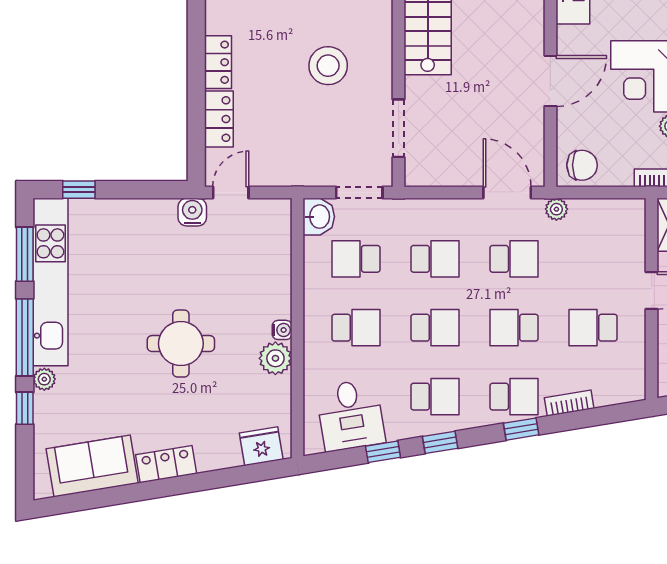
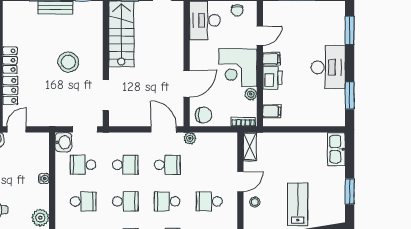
door: (550, 81) -> (187, 84), moved
water cooler: (282, 330) -> (44, 179), moved

